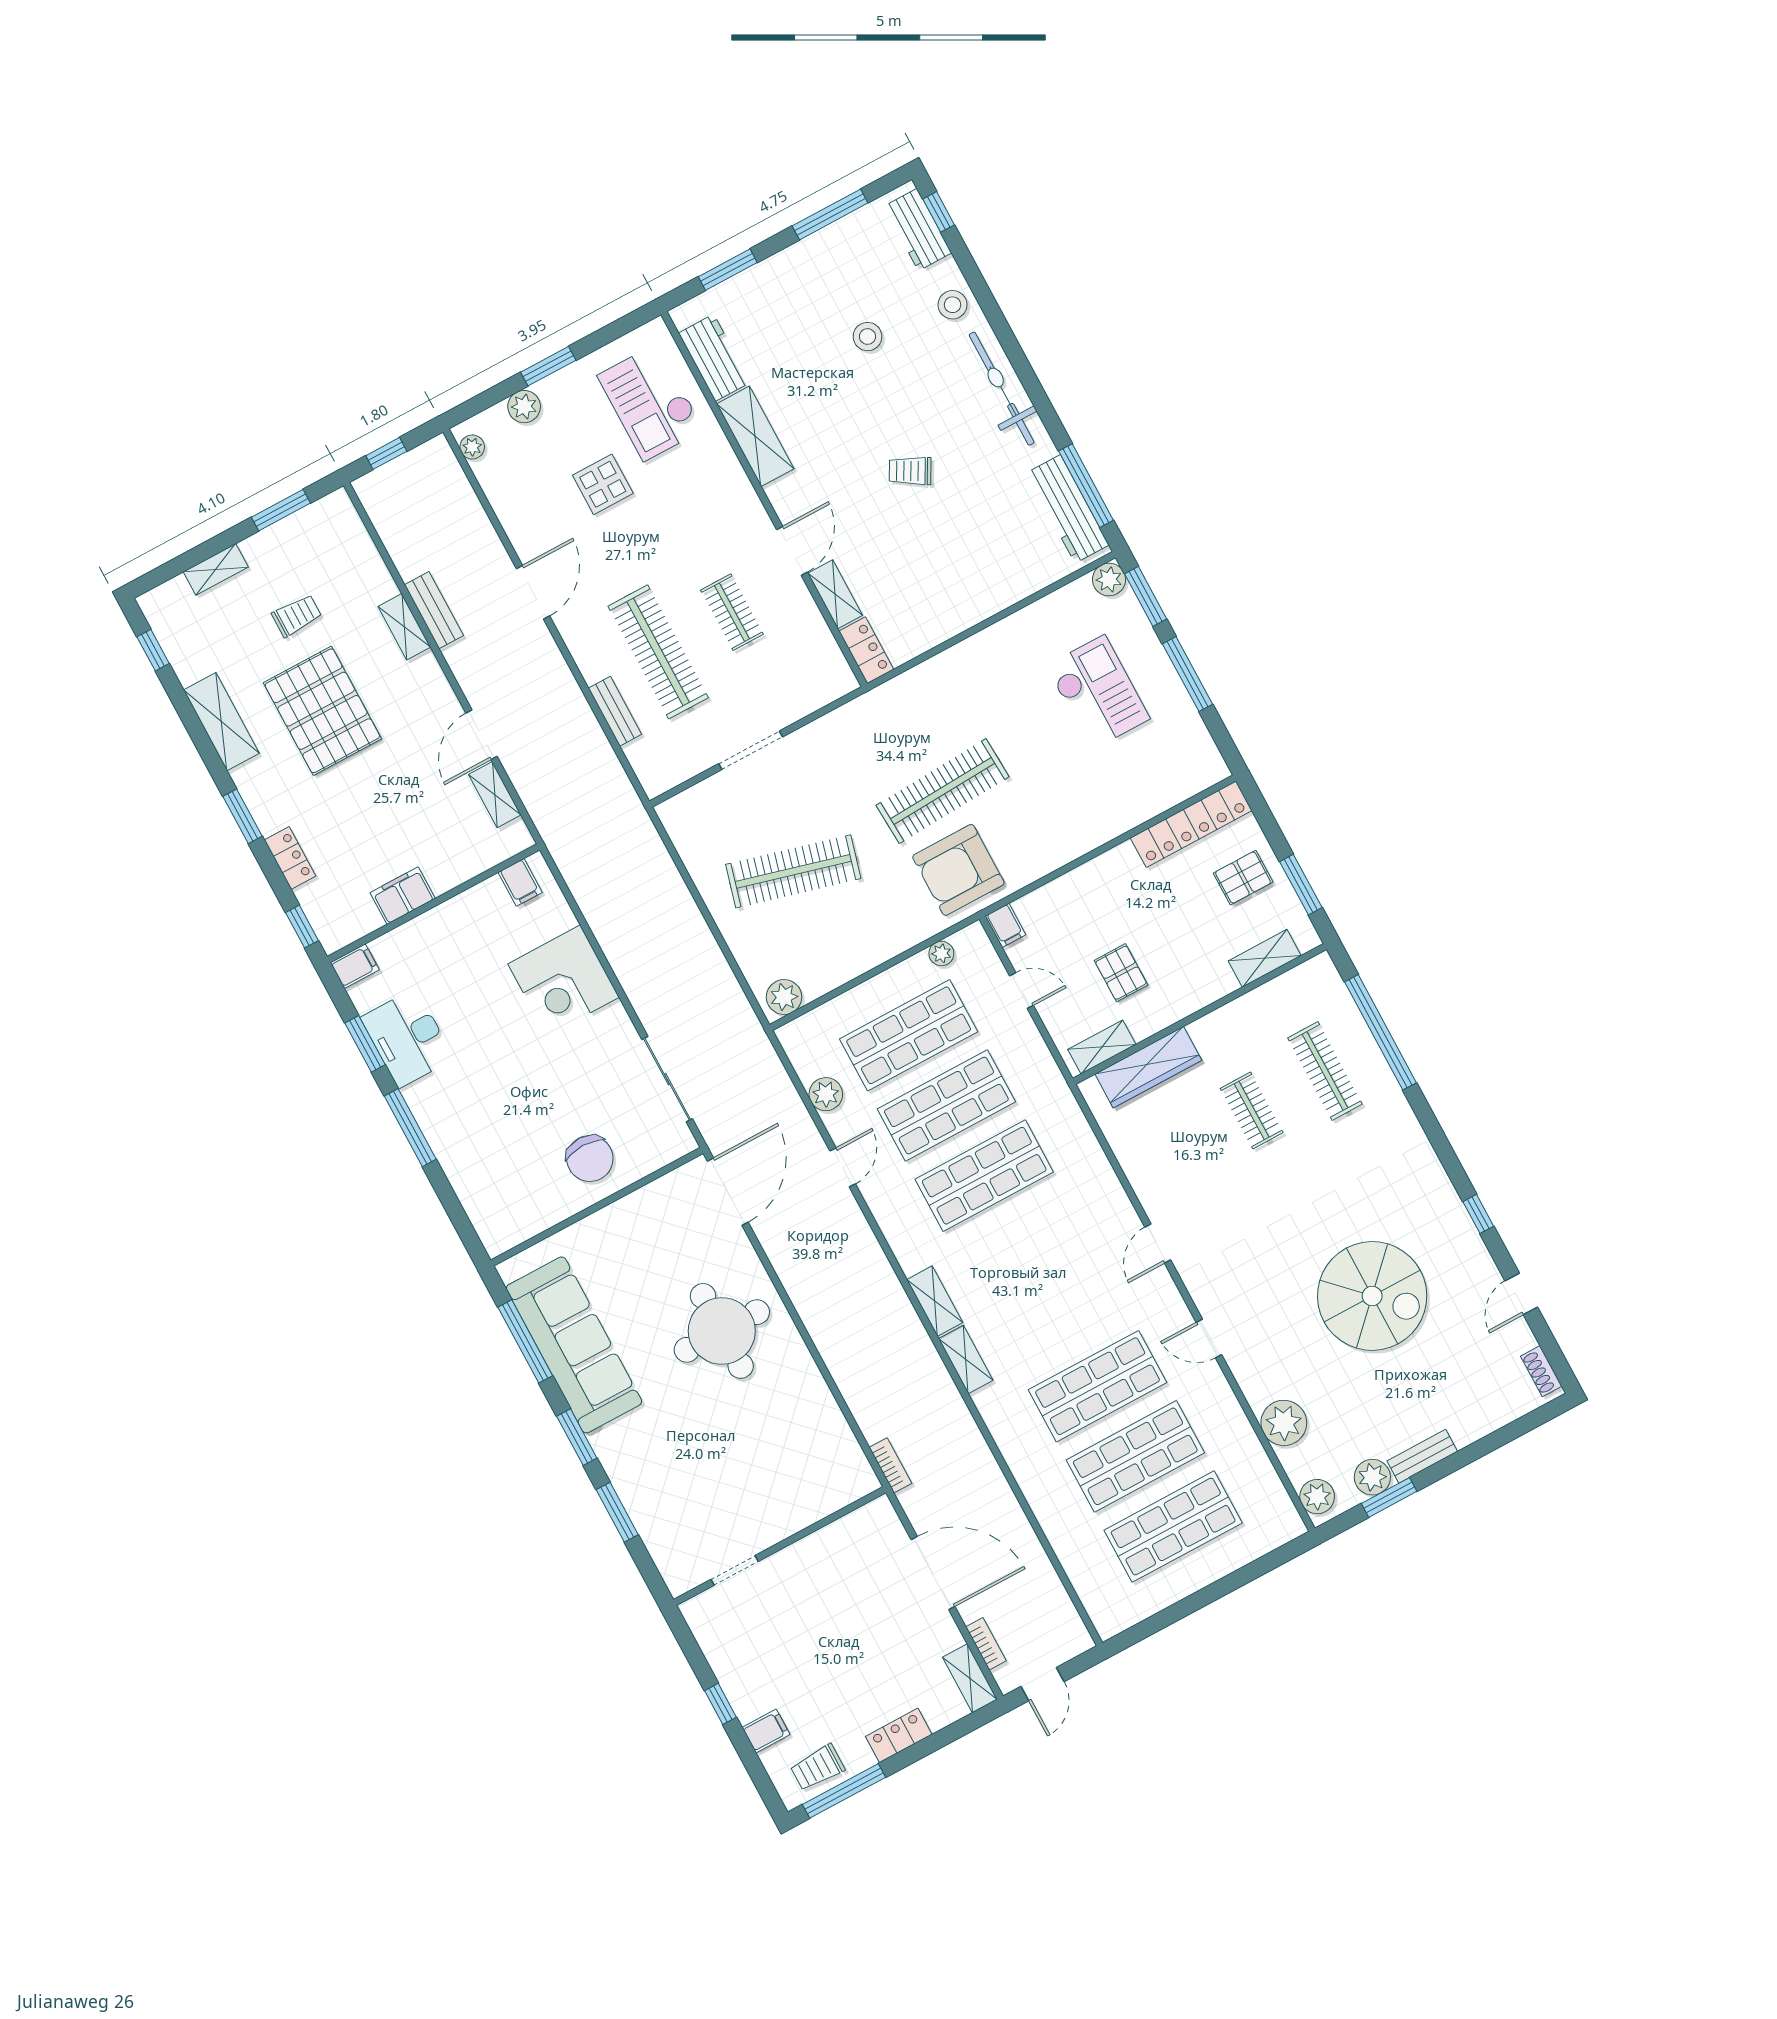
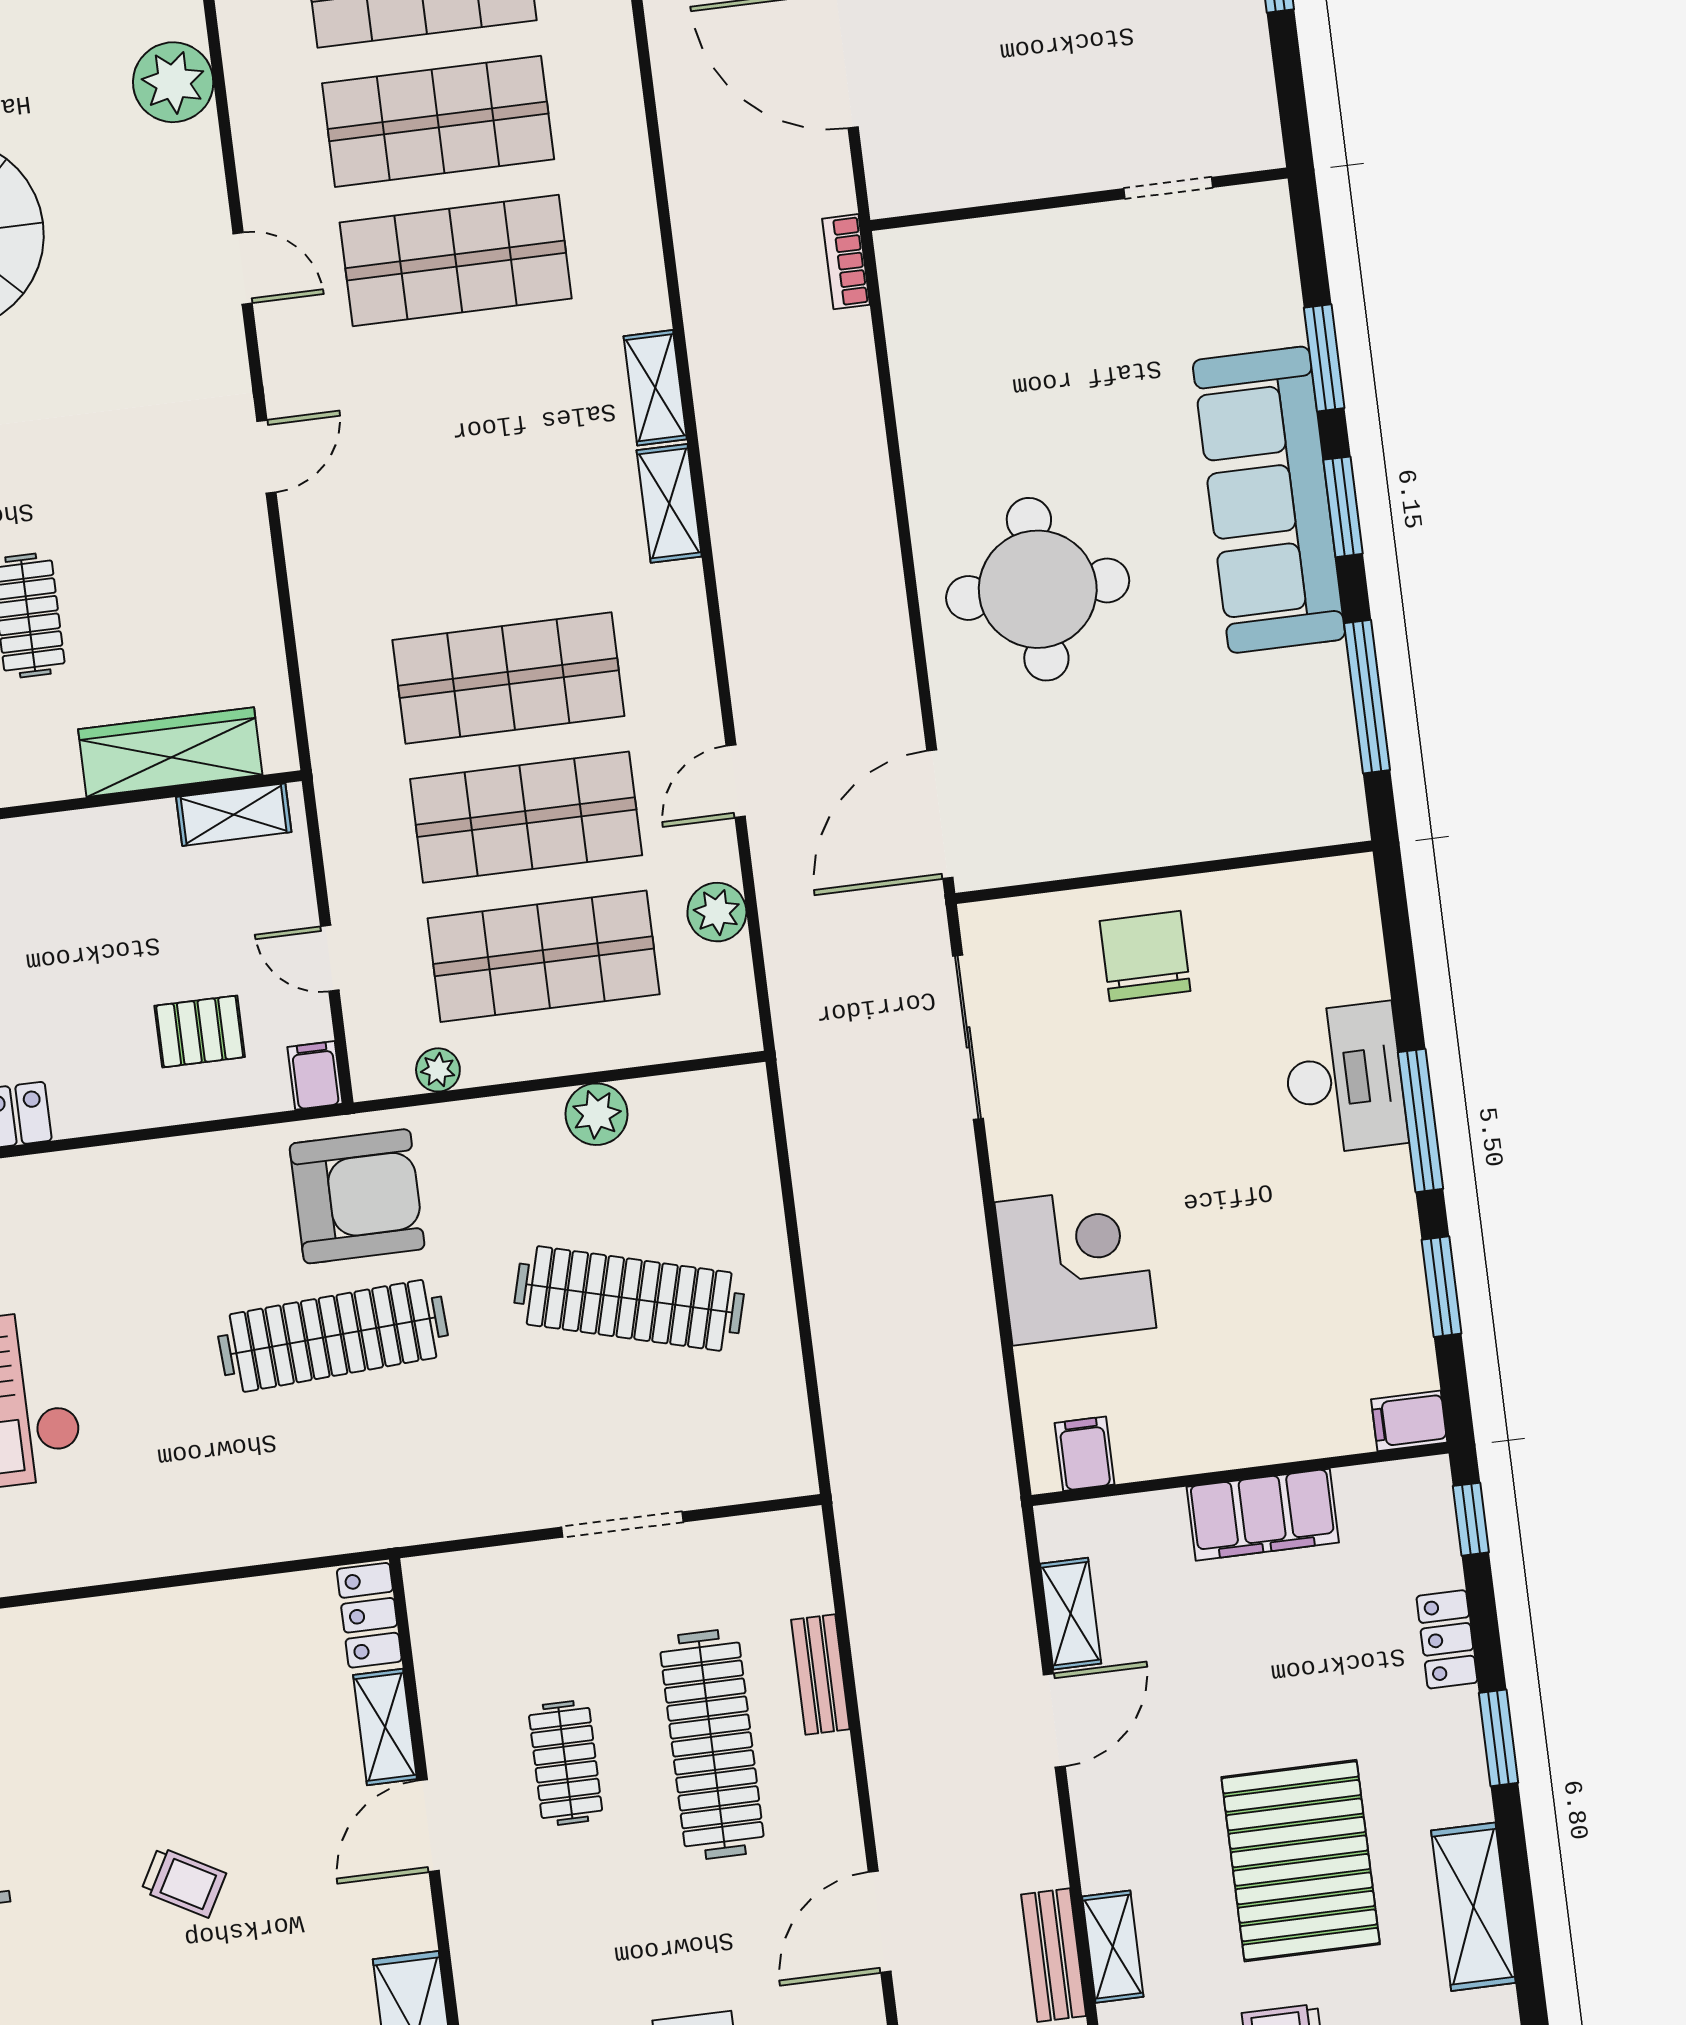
filing cabinet: (403, 896) -> (1263, 1515), width x1.50, depth x1.17
pallet: (1121, 973) -> (200, 1031), moved, turned 90
plant: (784, 997) -> (597, 1114), moved
desk: (407, 1038) -> (1344, 1078), moved
sofa: (574, 1345) -> (1269, 500), moved

